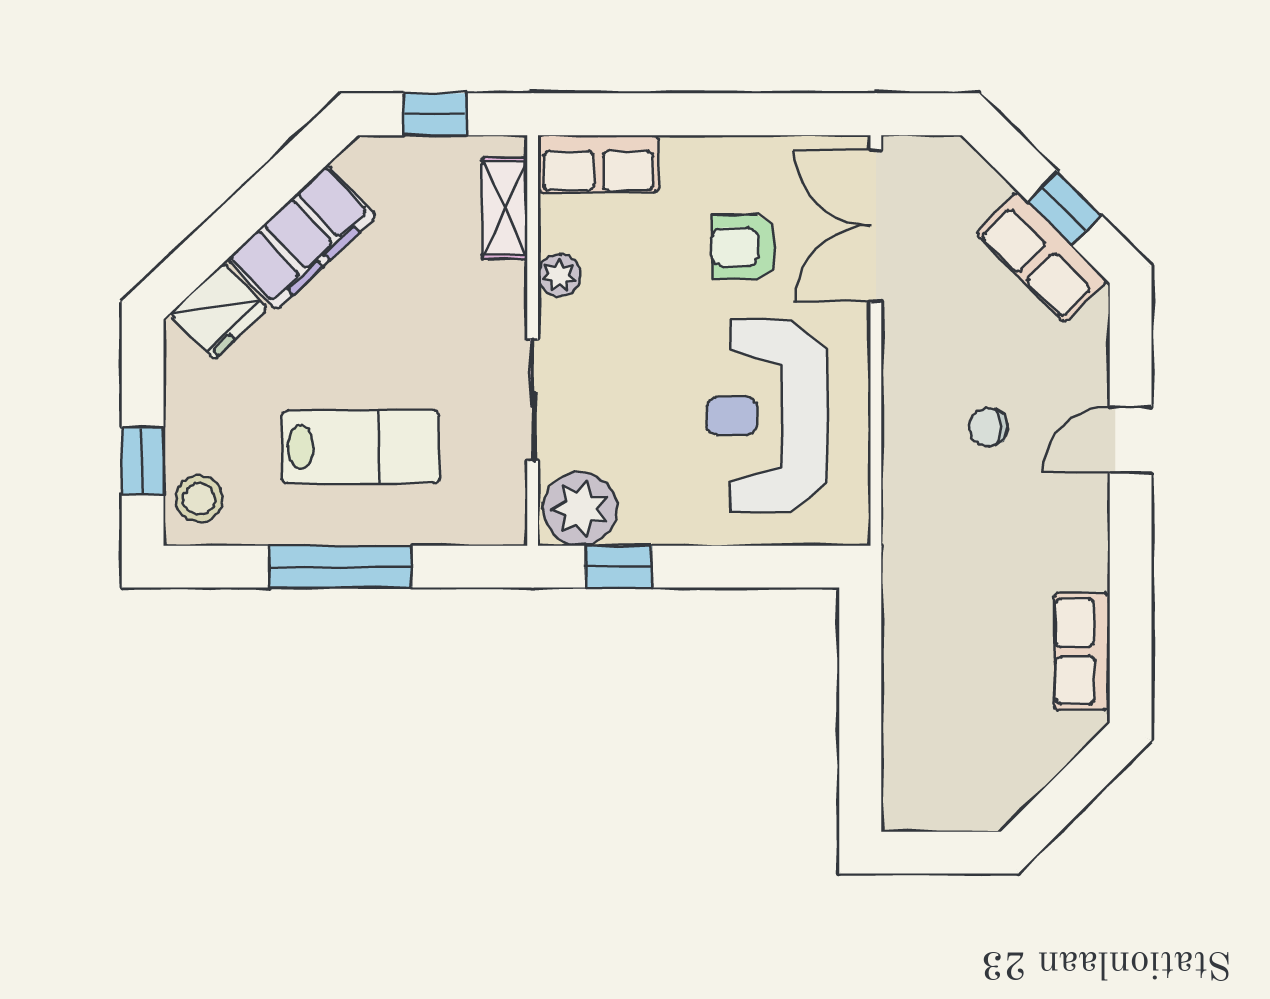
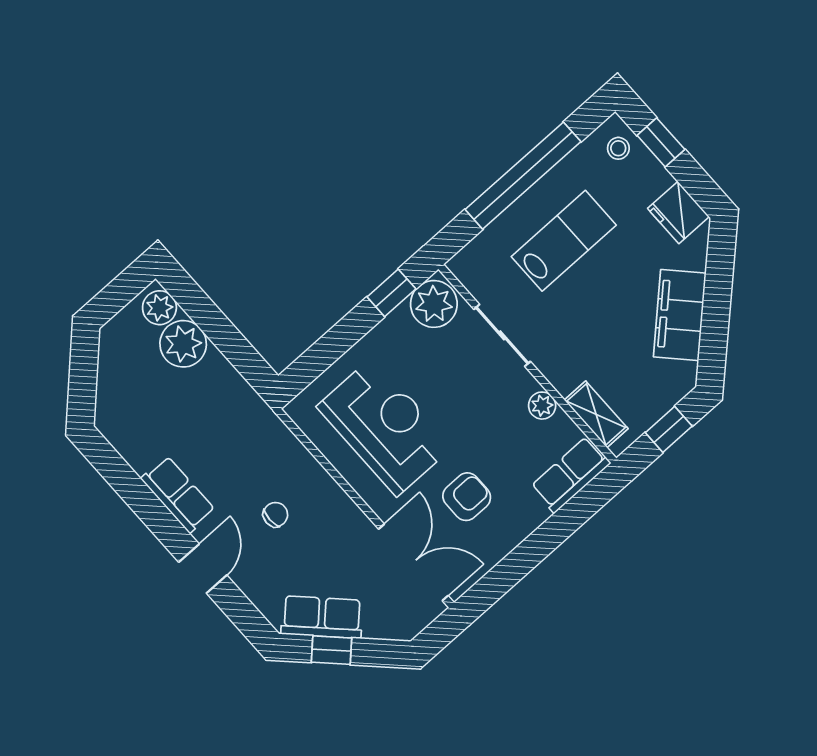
fridge: (219, 311) -> (678, 213), moved, turned -47
lab bench: (361, 447) -> (564, 241), turned 180
stool: (199, 499) -> (618, 148), width x0.73, depth x0.73
window: (340, 567) -> (523, 176), width x1.46
row of seats: (1082, 651) -> (178, 494), moved
plant: (918, 725) -> (183, 344), added
plant: (908, 793) -> (159, 308), added

